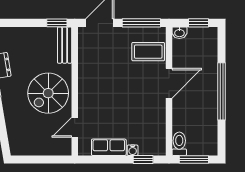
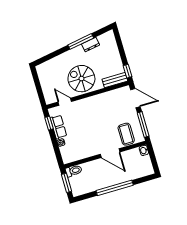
window: (199, 23) -> (154, 161), removed
window: (143, 159) -> (49, 123), moved

